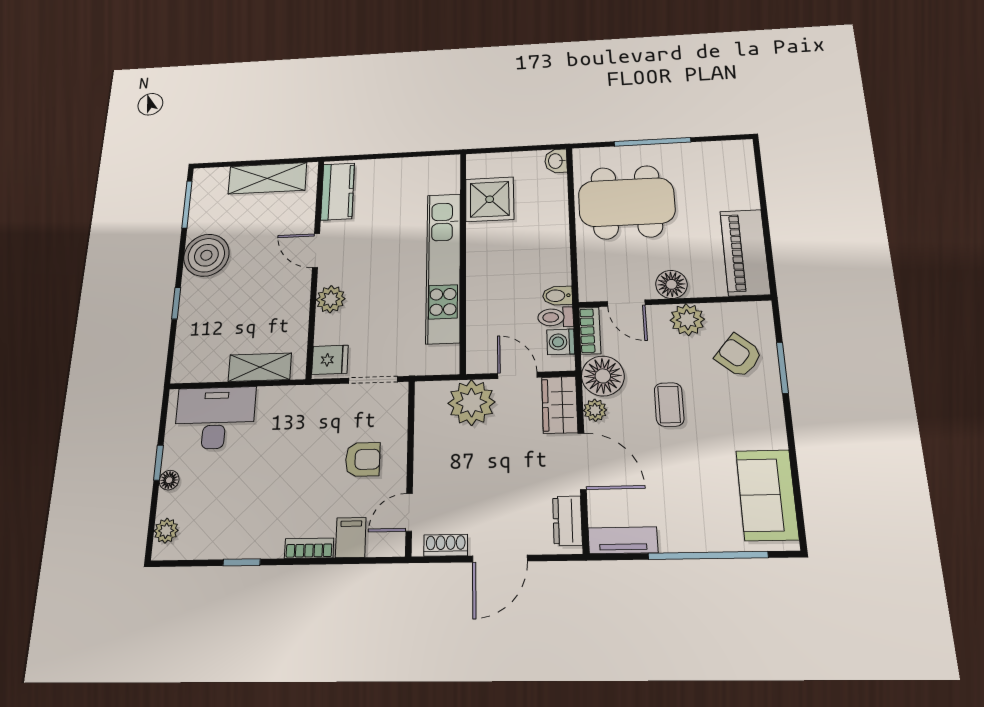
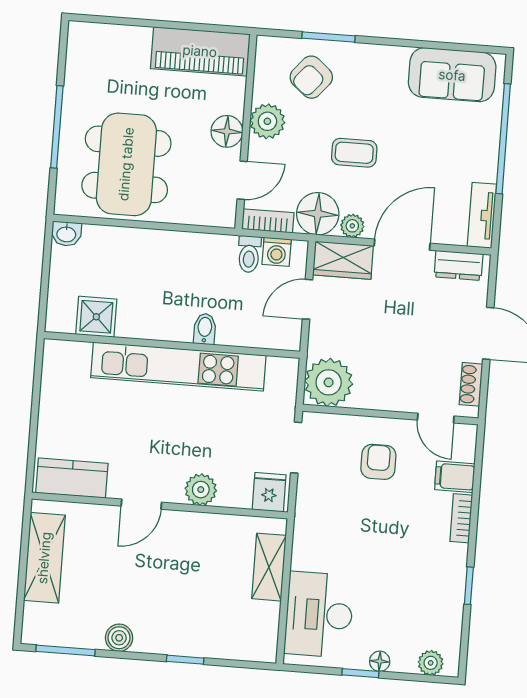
shower: (490, 199) -> (96, 317), width x0.73, depth x0.73
boiler: (206, 255) -> (119, 638), width x0.54, depth x0.54
bidet: (557, 296) -> (205, 329), moved, turned 180
plant: (471, 403) -> (329, 382), moved

